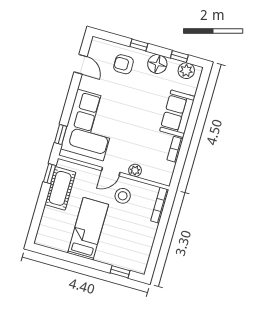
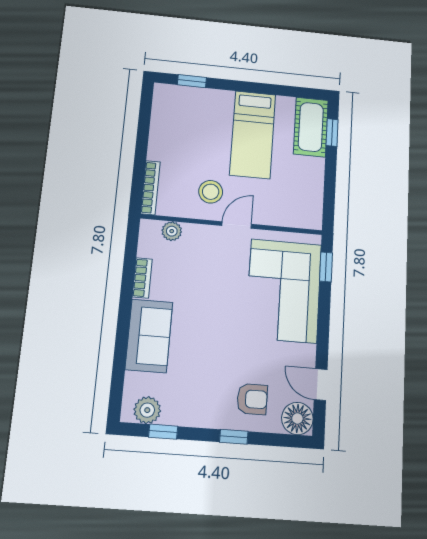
floor lamp: (157, 64) -> (297, 418), moved
plant: (135, 170) -> (172, 231), moved
window: (50, 174) -> (332, 132), moved
cot: (60, 188) -> (311, 127), moved

